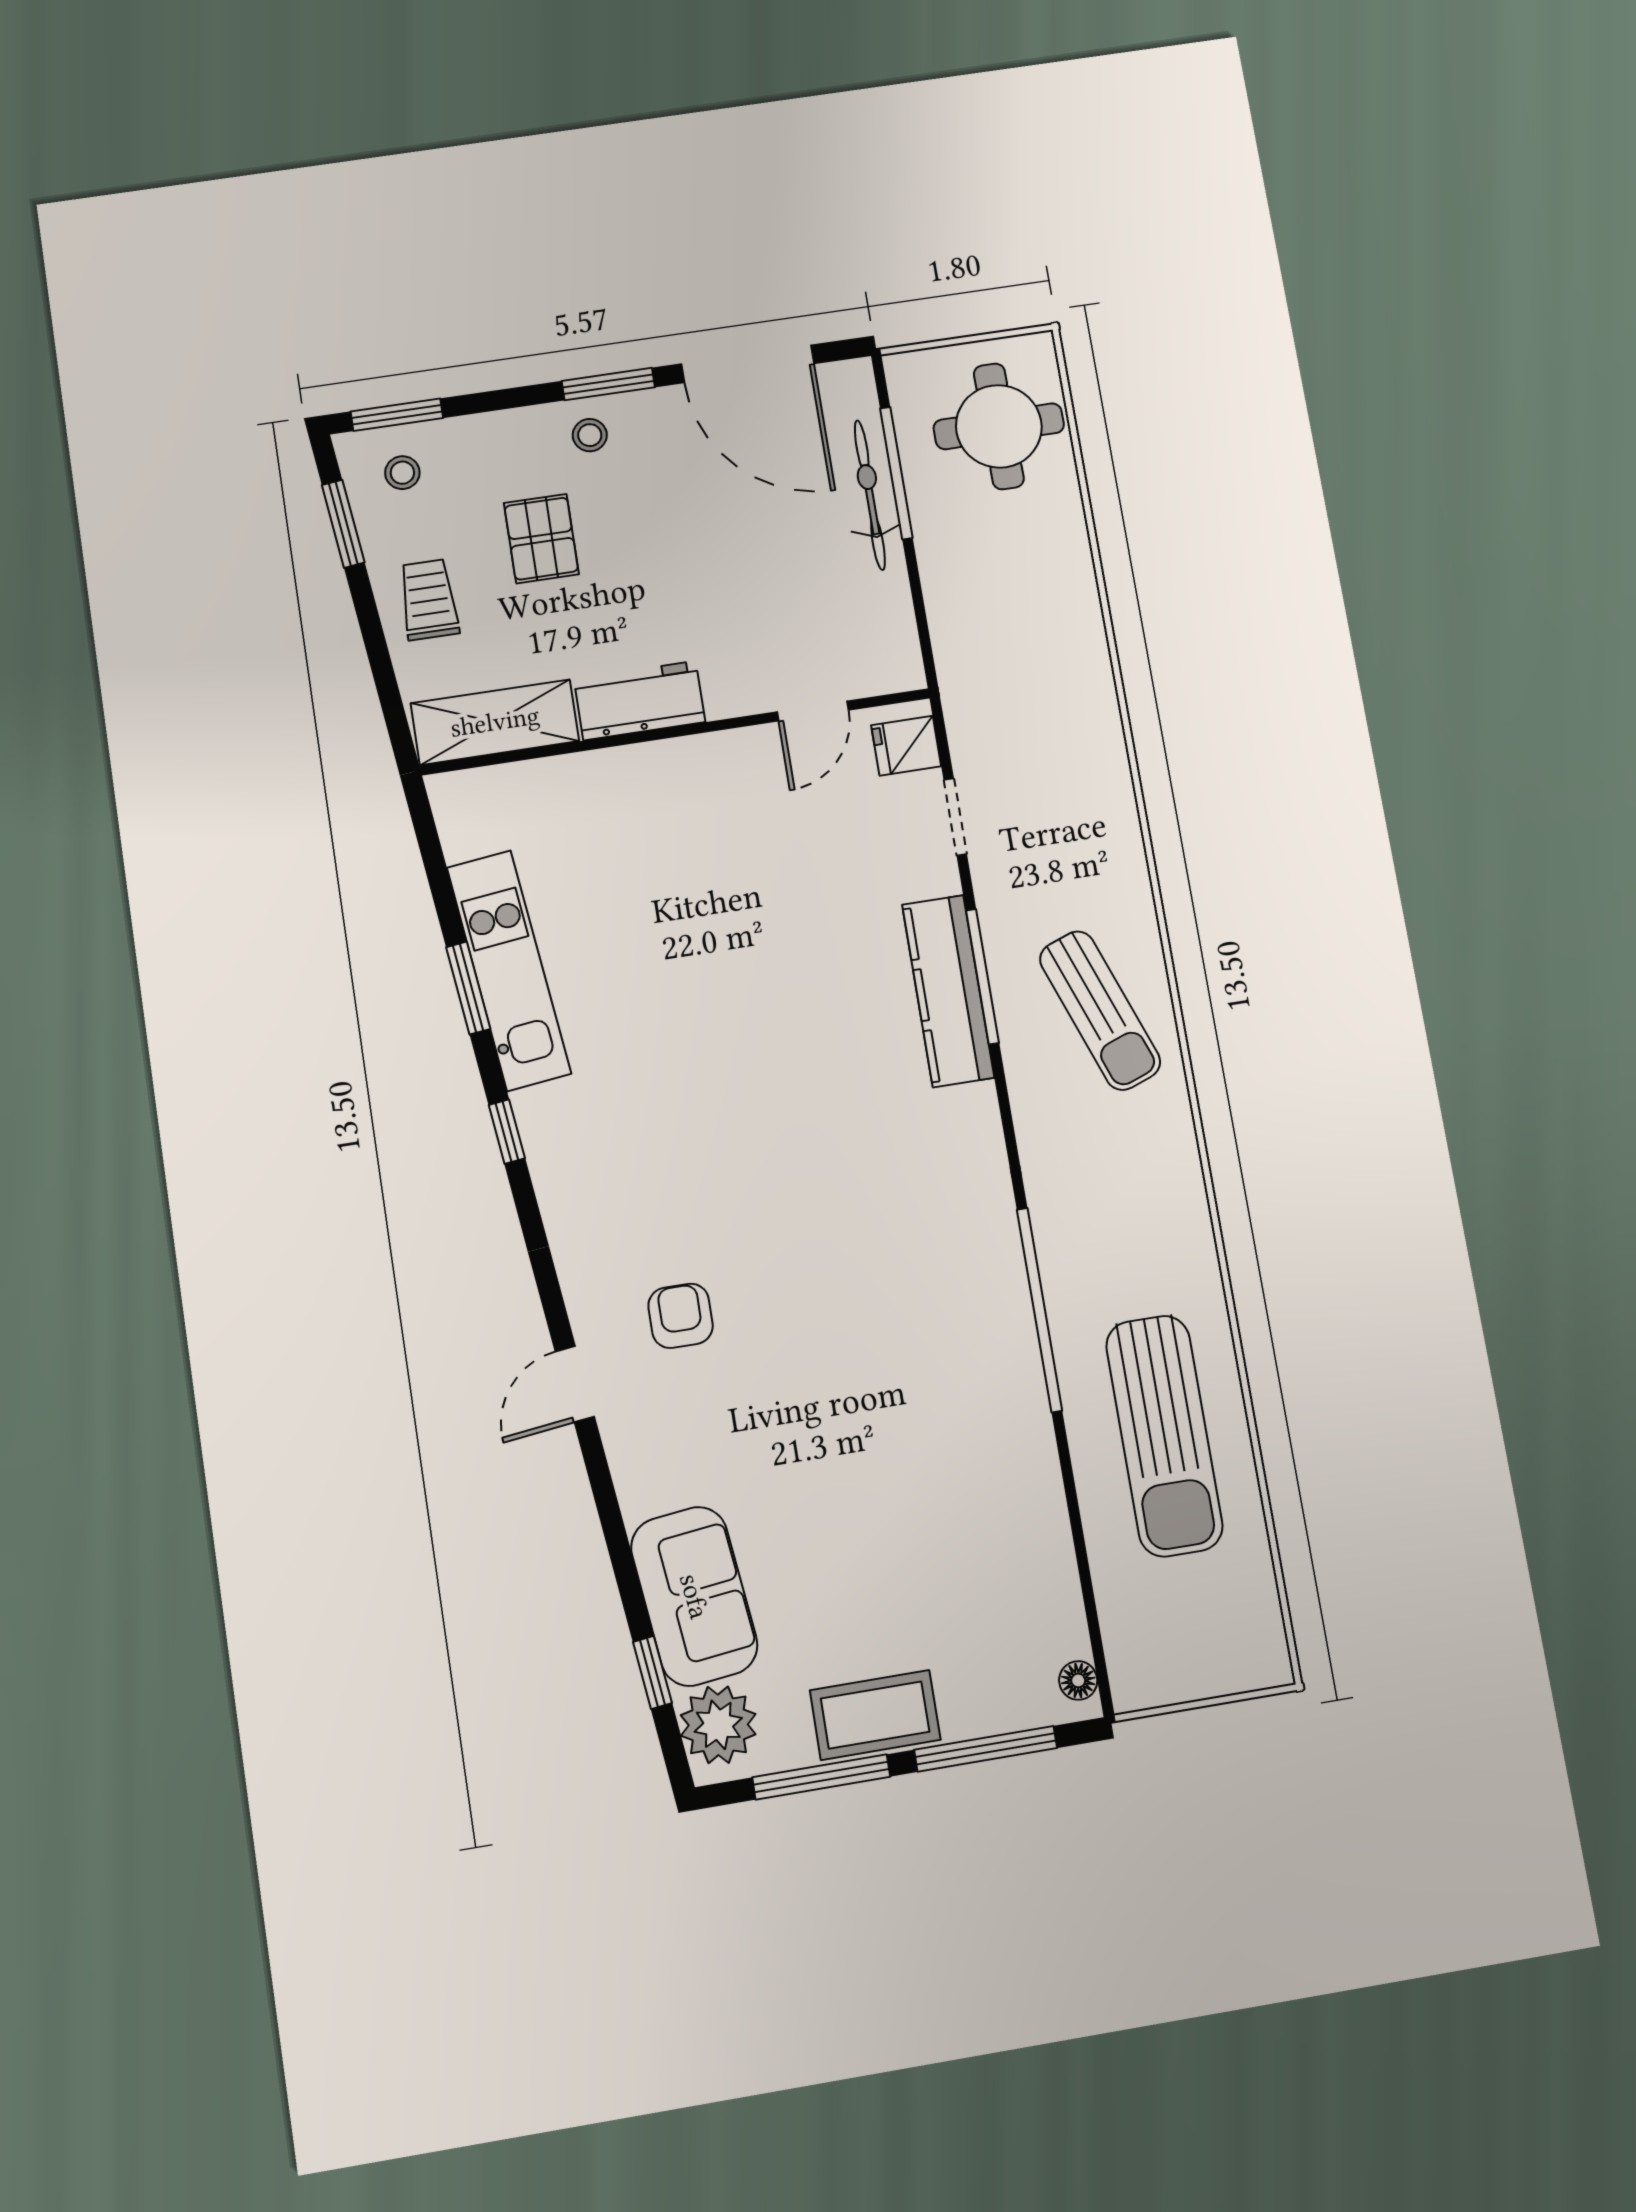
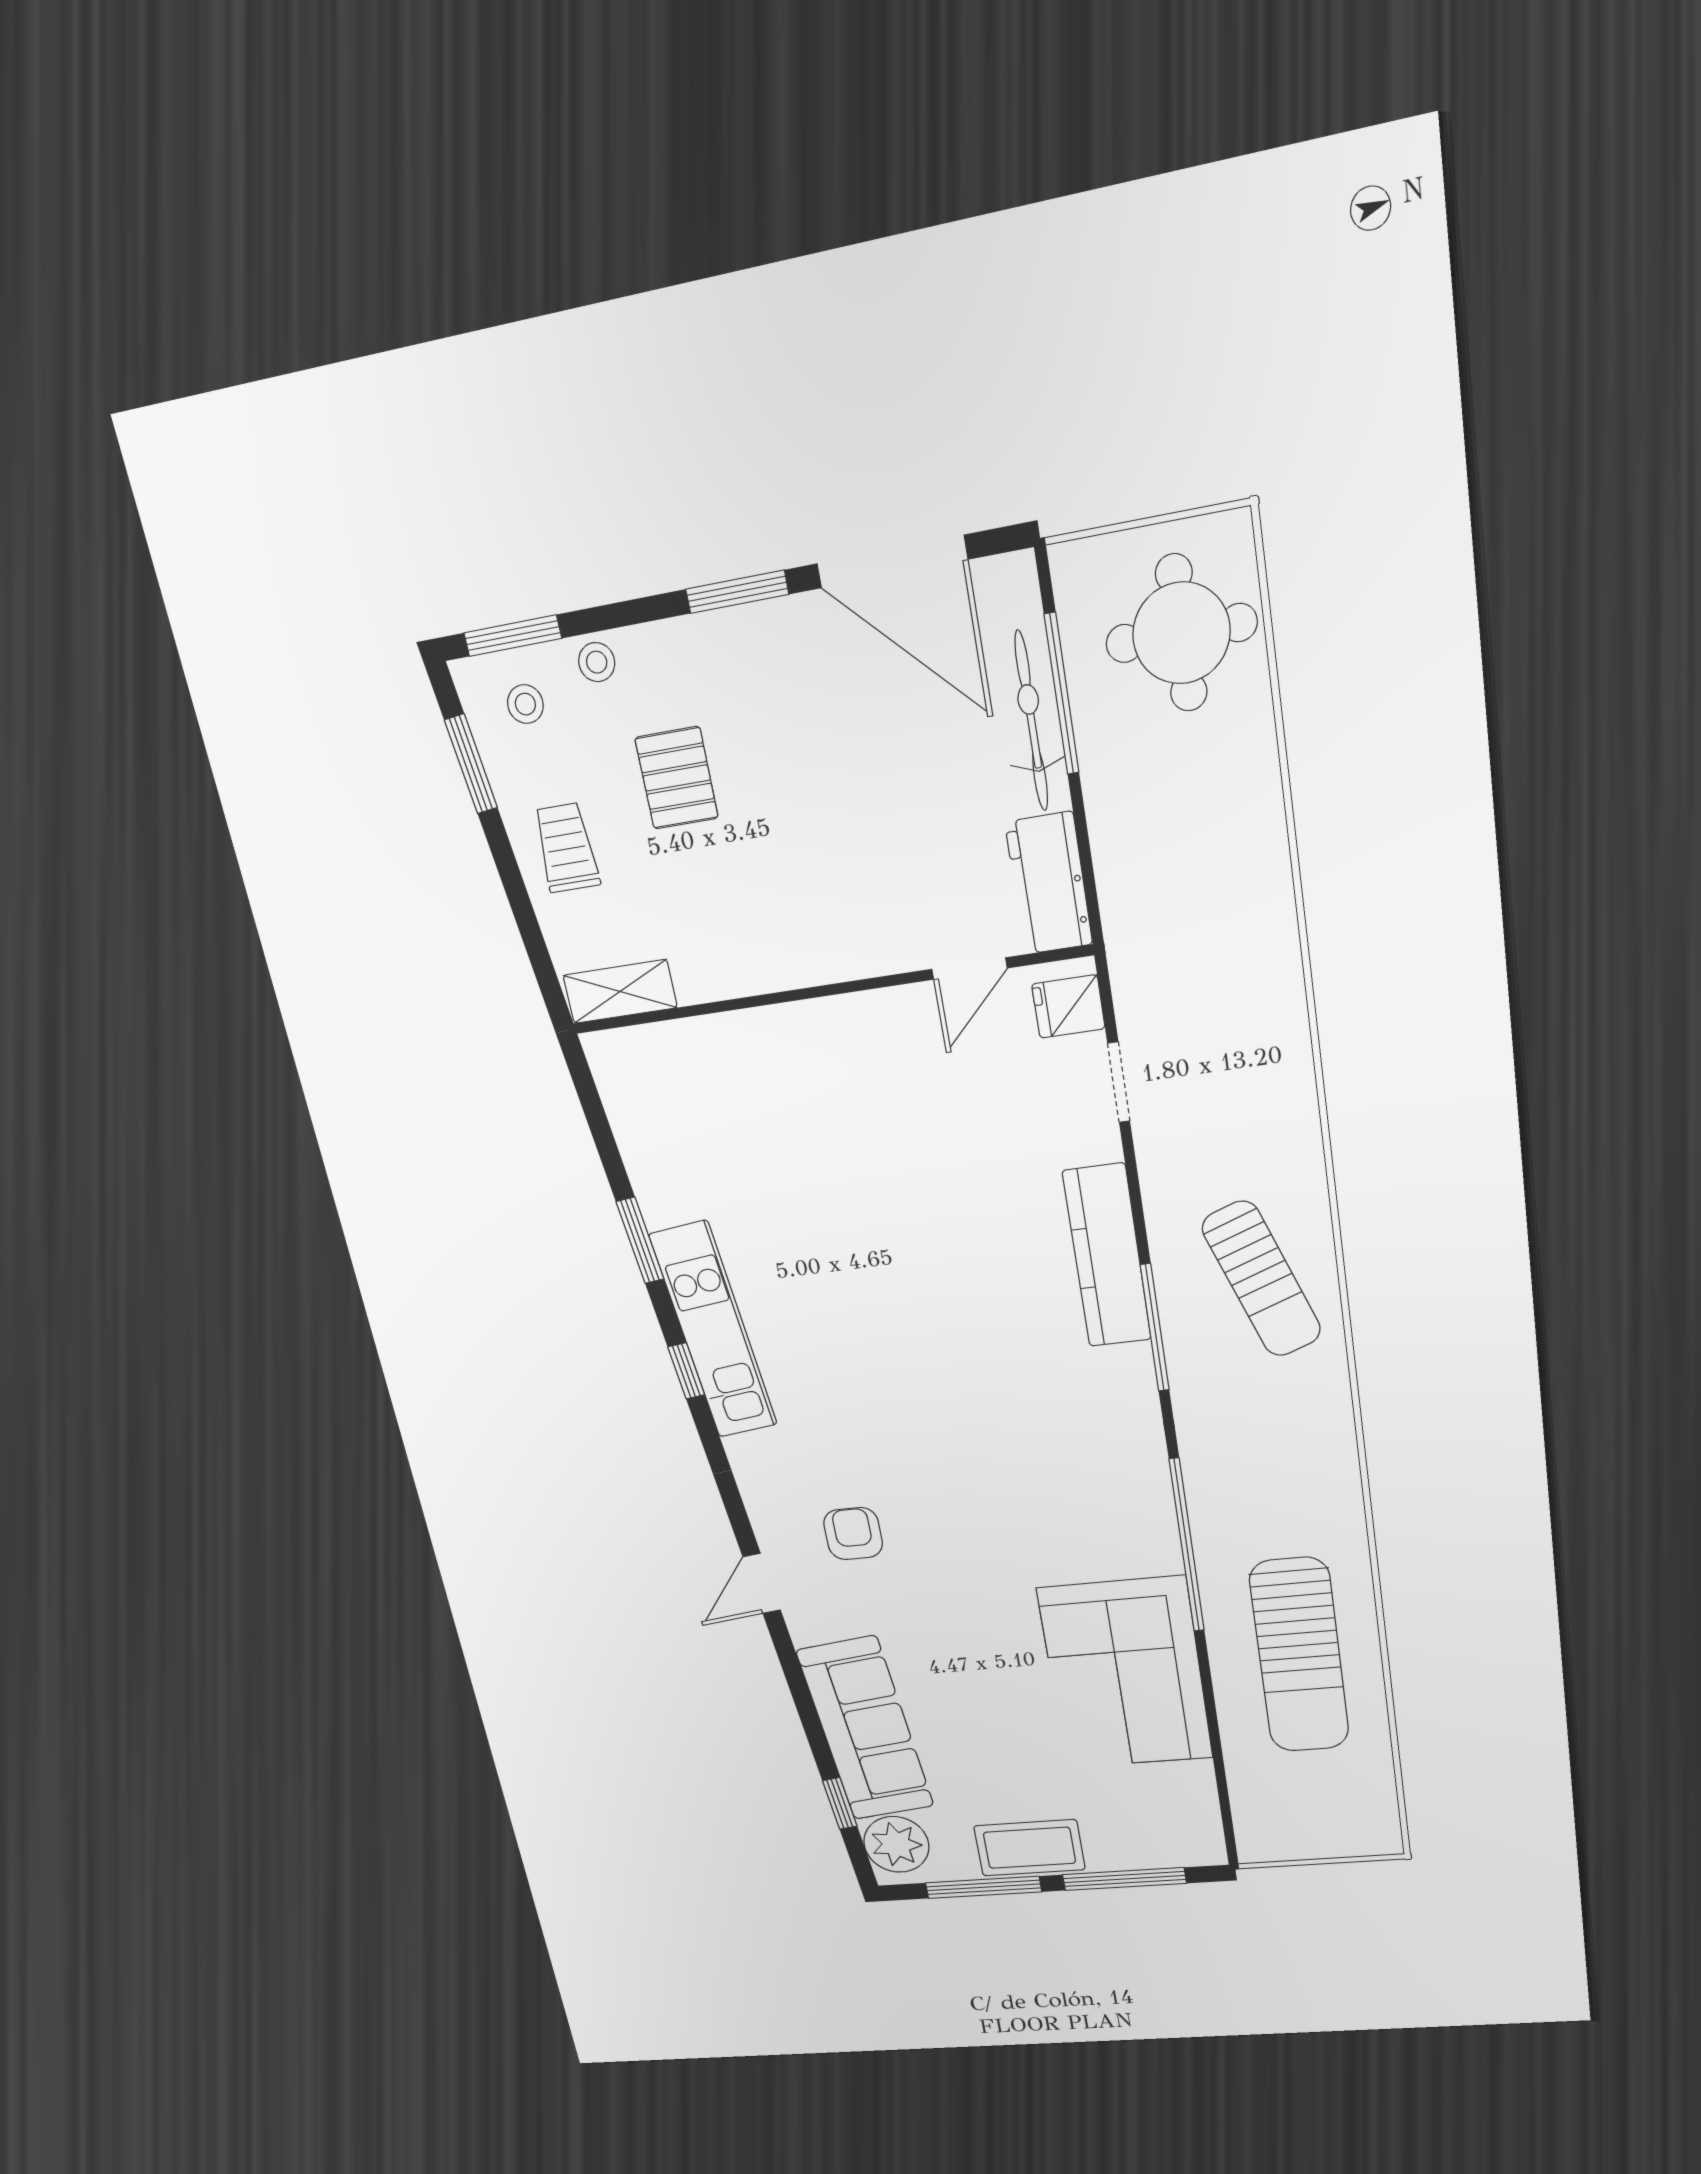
stool: (590, 435) -> (597, 662), moved
workbench: (640, 701) -> (1049, 883), moved, turned -90
shelving: (495, 722) -> (620, 991), width x0.67, depth x0.75
kitchen unit: (509, 970) -> (714, 1330), moved
window: (982, 977) -> (1155, 1328), moved
corner sofa: (979, 1471) -> (1125, 1673), added
sofa: (694, 1596) -> (865, 1729), width x1.36
floor lamp: (1078, 1680) -> (1208, 1837), removed

